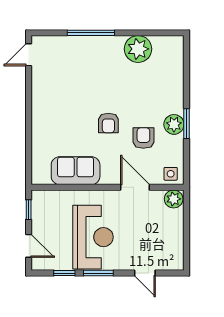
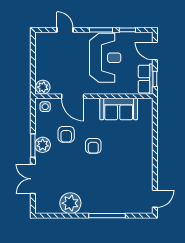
double door: (187, 80) -> (33, 179), added
armchair: (108, 123) -> (93, 146), turned 180
row of seats: (41, 210) -> (146, 79), added
reception desk: (93, 237) -> (105, 58), turned 180

